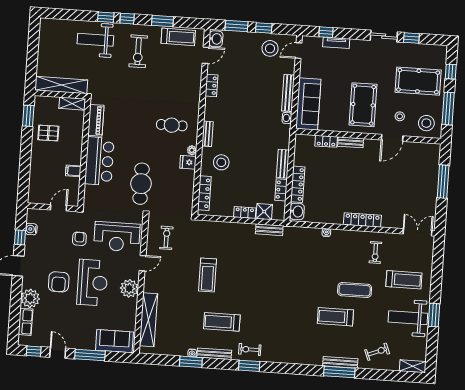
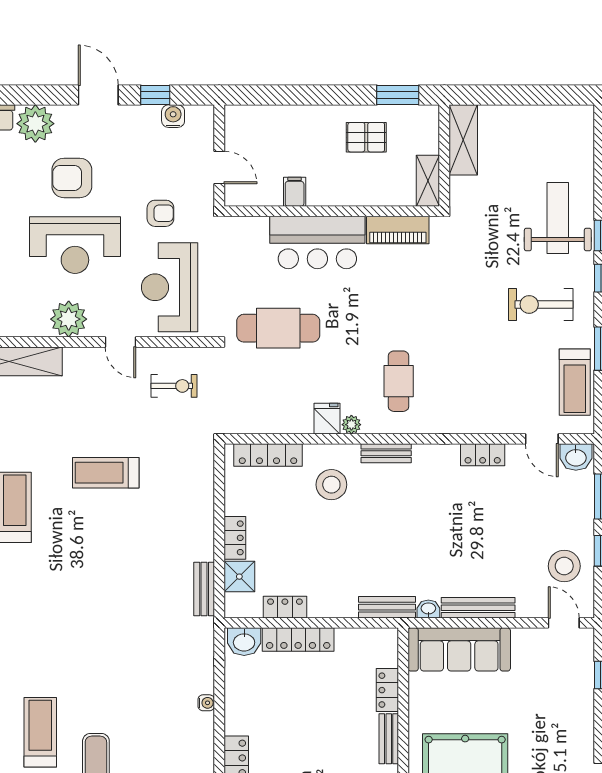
tv unit: (336, 43) -> (584, 697), removed
shelving: (61, 85) -> (463, 140), width x0.68
pallet: (48, 133) -> (366, 137), turned 90
bench: (283, 164) -> (387, 607), moved

